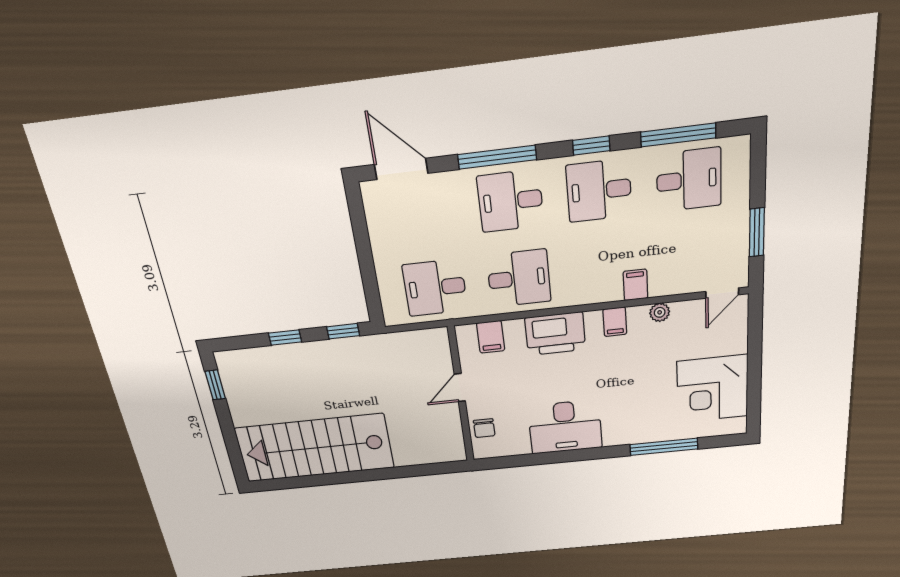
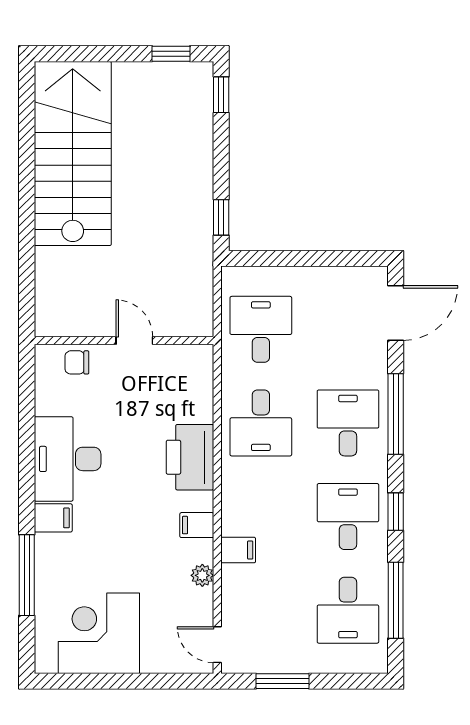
filing cabinet: (491, 337) -> (53, 518), moved, turned 180
window: (285, 338) -> (221, 95), moved

